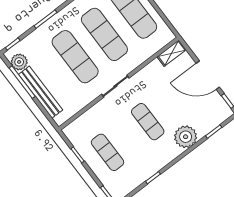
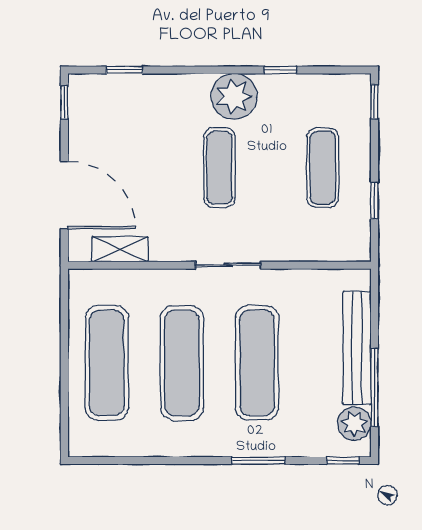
shelving: (172, 53) -> (120, 249), moved
door: (208, 75) -> (64, 195), moved
plant: (186, 137) -> (234, 96), moved

